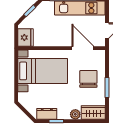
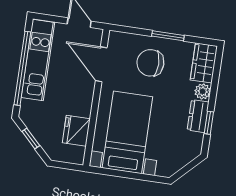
fridge: (26, 38) -> (76, 131), moved, turned -90
door: (83, 48) -> (101, 64), hinge flipped
dresser: (47, 114) -> (198, 116), moved

